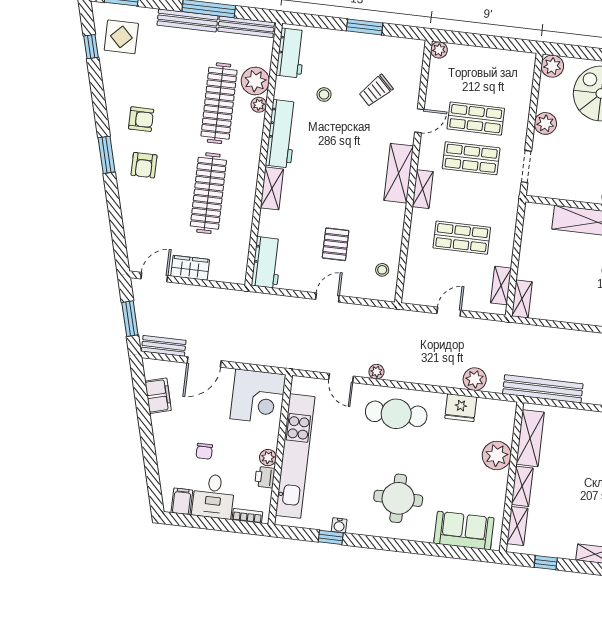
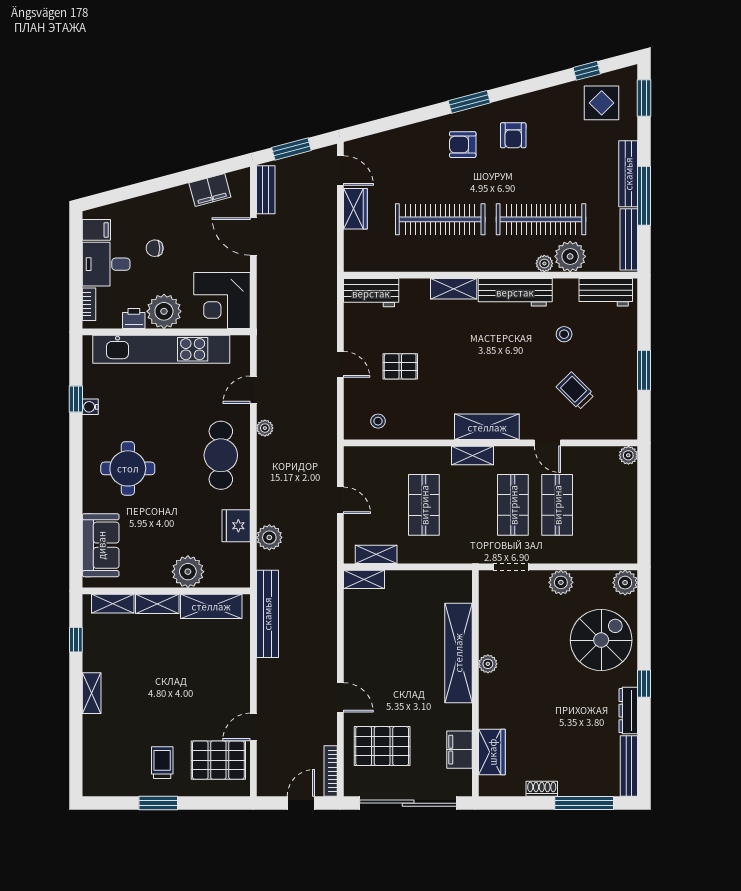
plant: (268, 458) -> (164, 311), width x1.88, depth x1.88

